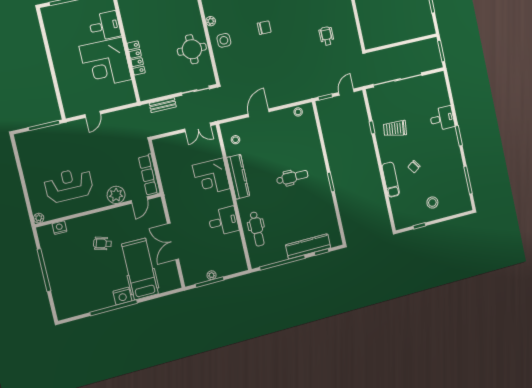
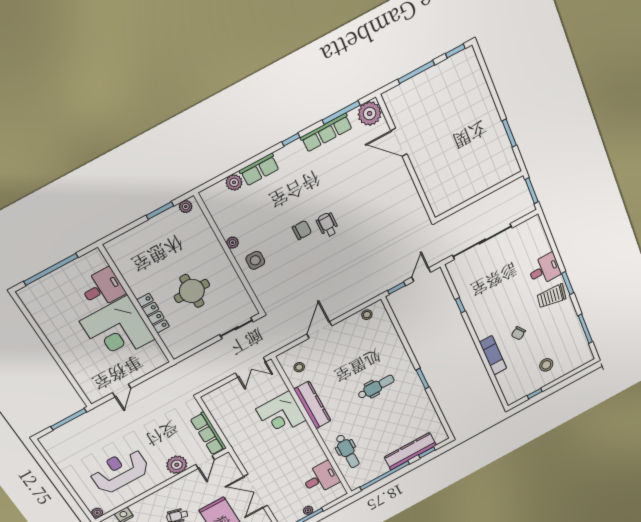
wheelchair: (327, 36) -> (328, 225), moved
round table: (192, 49) -> (192, 291), moved
bench: (163, 105) -> (202, 356), removed
trolley: (395, 129) -> (552, 296), moved
desk: (223, 221) -> (321, 478), moved

